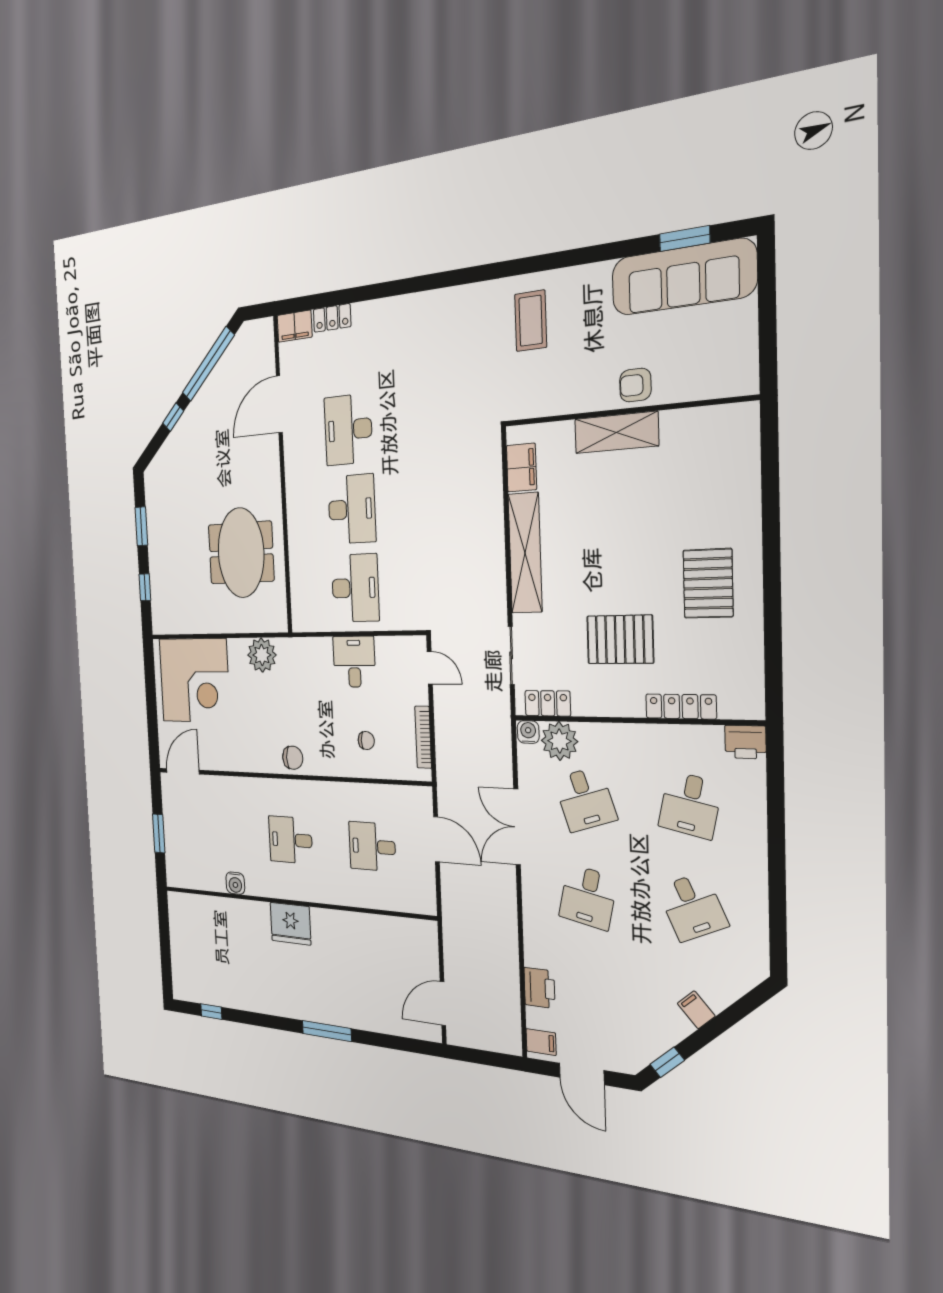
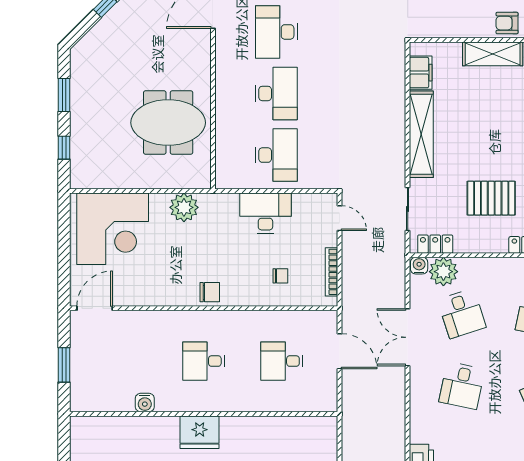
meeting table: (241, 553) -> (168, 123), turned 90
desk: (354, 662) -> (265, 213), width x1.37

